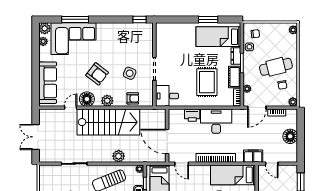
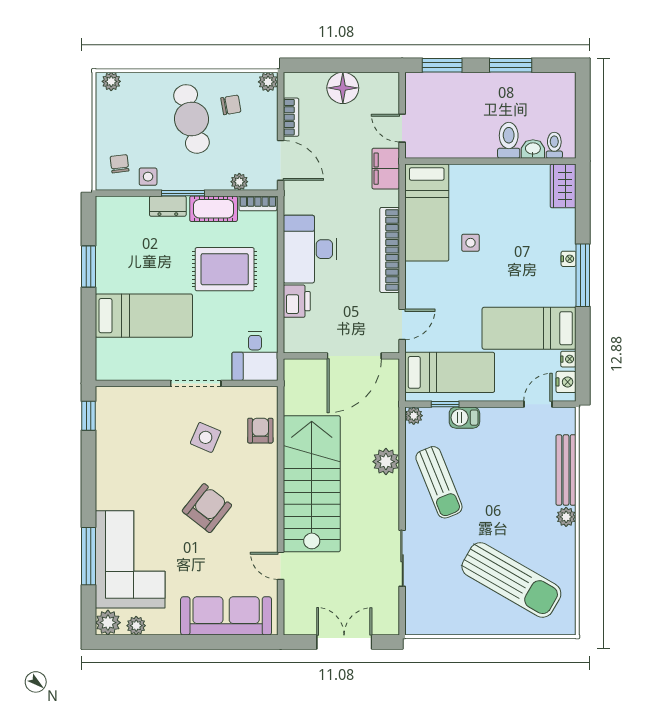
bed: (218, 37) -> (144, 316), moved, turned -90
floor lamp: (87, 99) -> (262, 530), removed
plant: (107, 101) -> (265, 486), removed
double door: (36, 137) -> (344, 642), swing flipped
door: (272, 164) -> (402, 128), swing flipped

